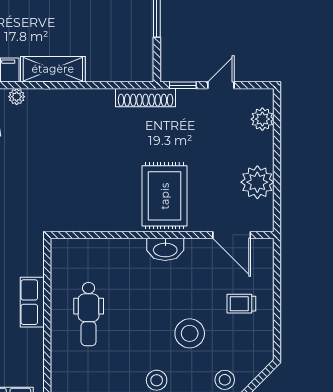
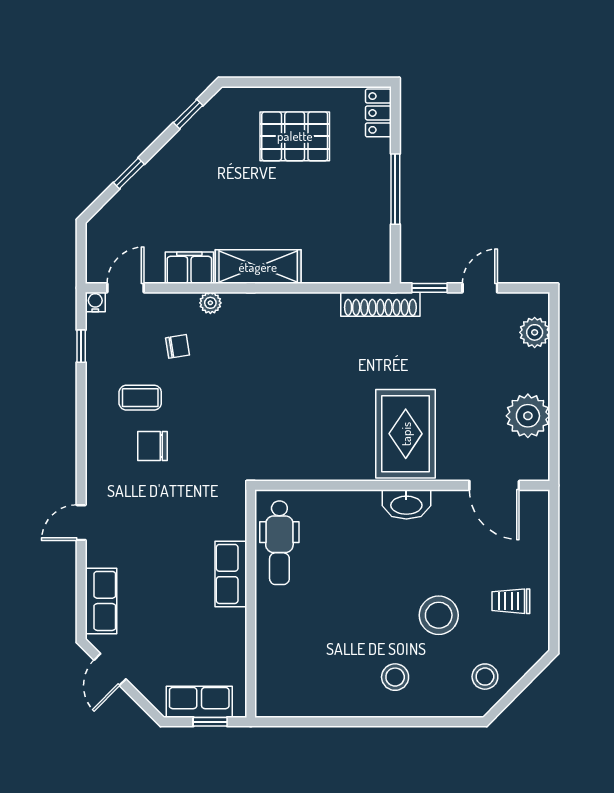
trolley: (241, 304) -> (511, 601), moved
dental chair: (89, 314) -> (279, 543), moved

